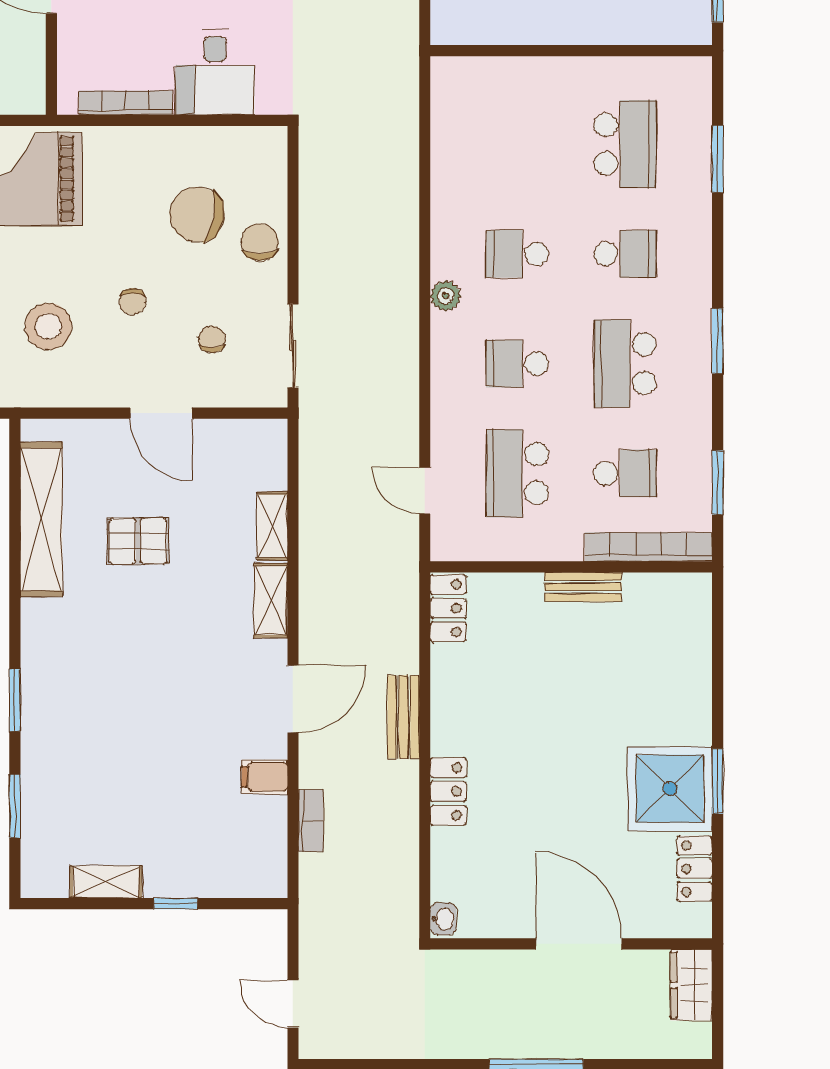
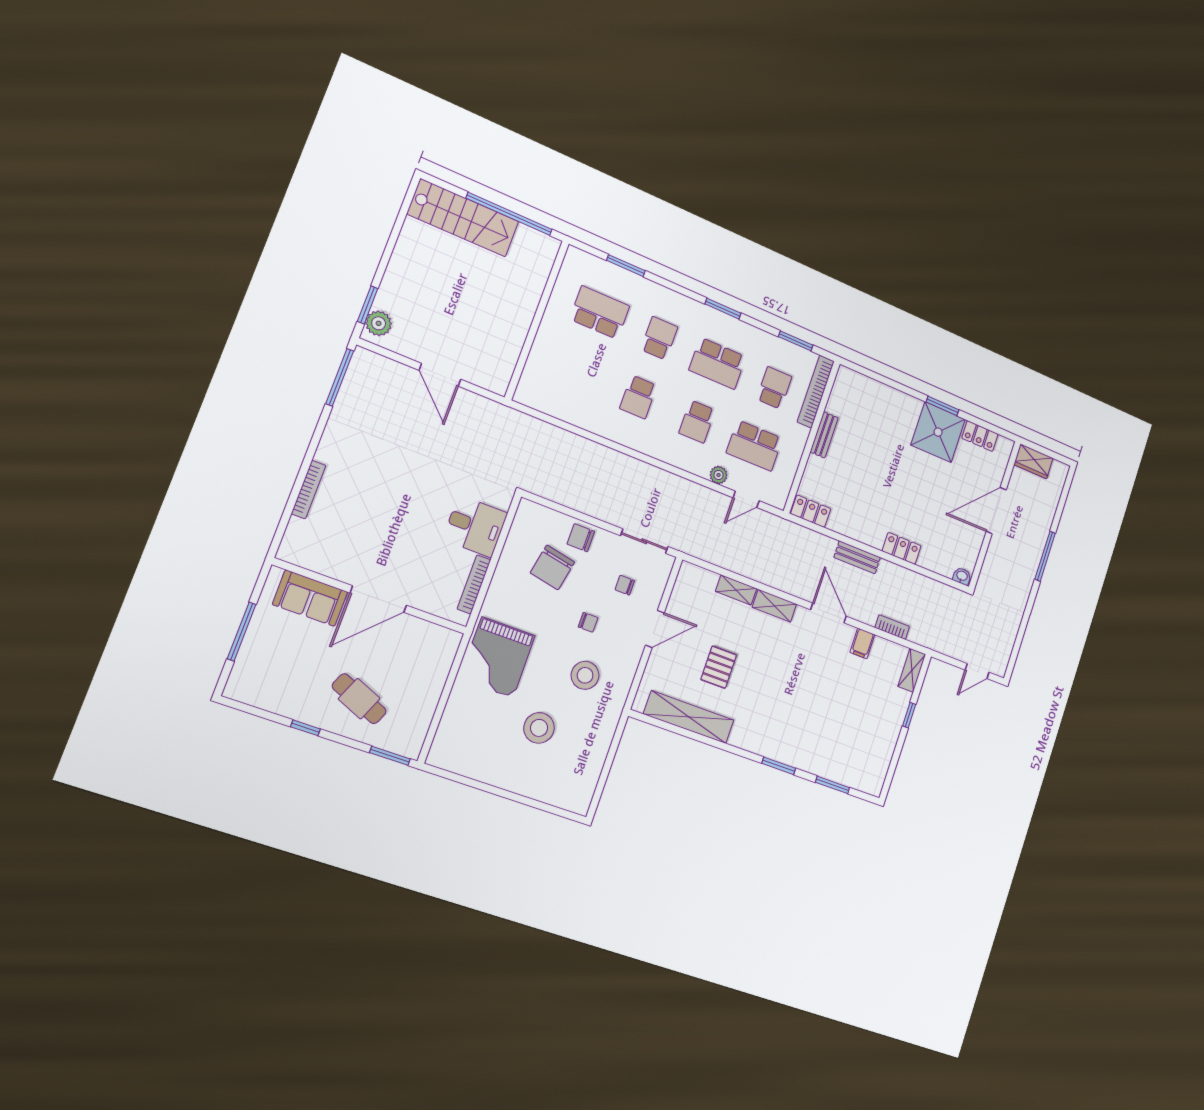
plant: (446, 296) -> (719, 475), moved
shelving: (106, 882) -> (912, 670), moved

